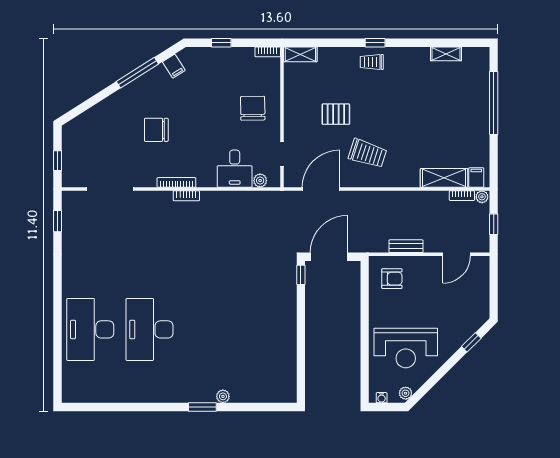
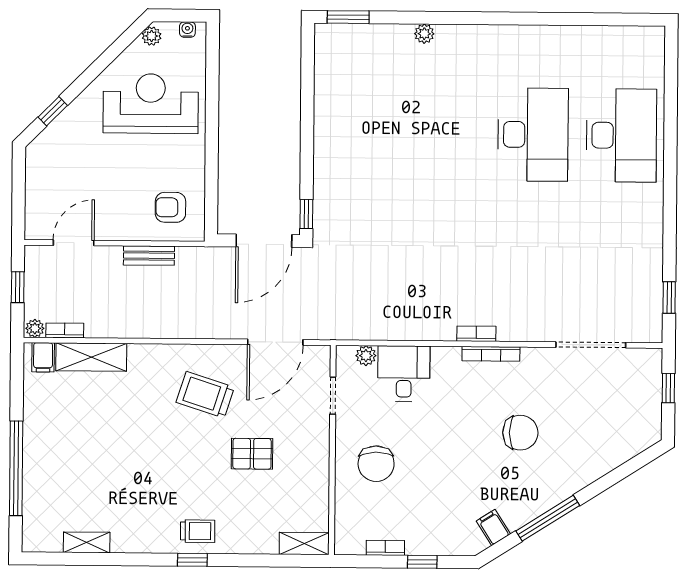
bookcase: (268, 52) -> (385, 548), moved
window: (202, 407) -> (348, 17), moved

